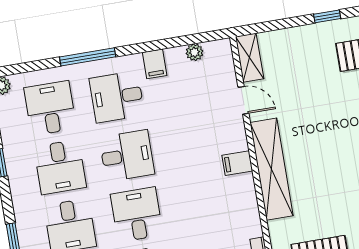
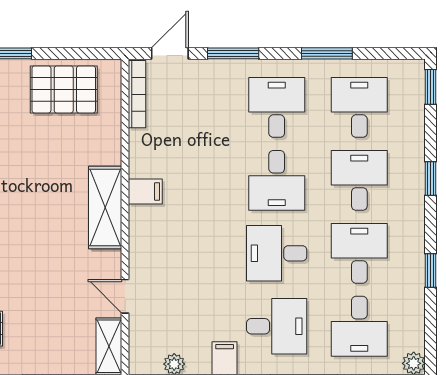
filing cabinet: (237, 163) -> (145, 191), moved
shelving: (272, 169) -> (105, 208), width x0.68

